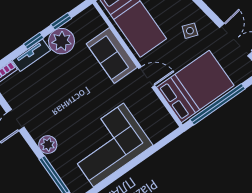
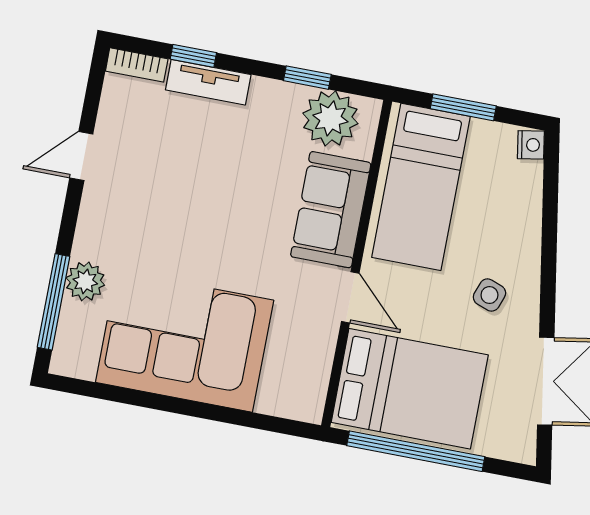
window: (34, 41) -> (193, 56), moved
plant: (62, 41) -> (330, 118), moved
plant: (48, 145) -> (85, 281), moved

